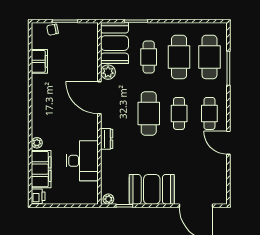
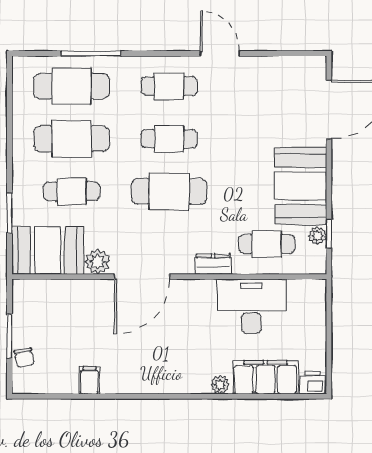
filing cabinet: (39, 61) -> (89, 380), width x0.50
door: (228, 143) -> (220, 54), swing flipped
cafe table: (118, 170) -> (267, 244), added
plant: (108, 199) -> (317, 236), moved

